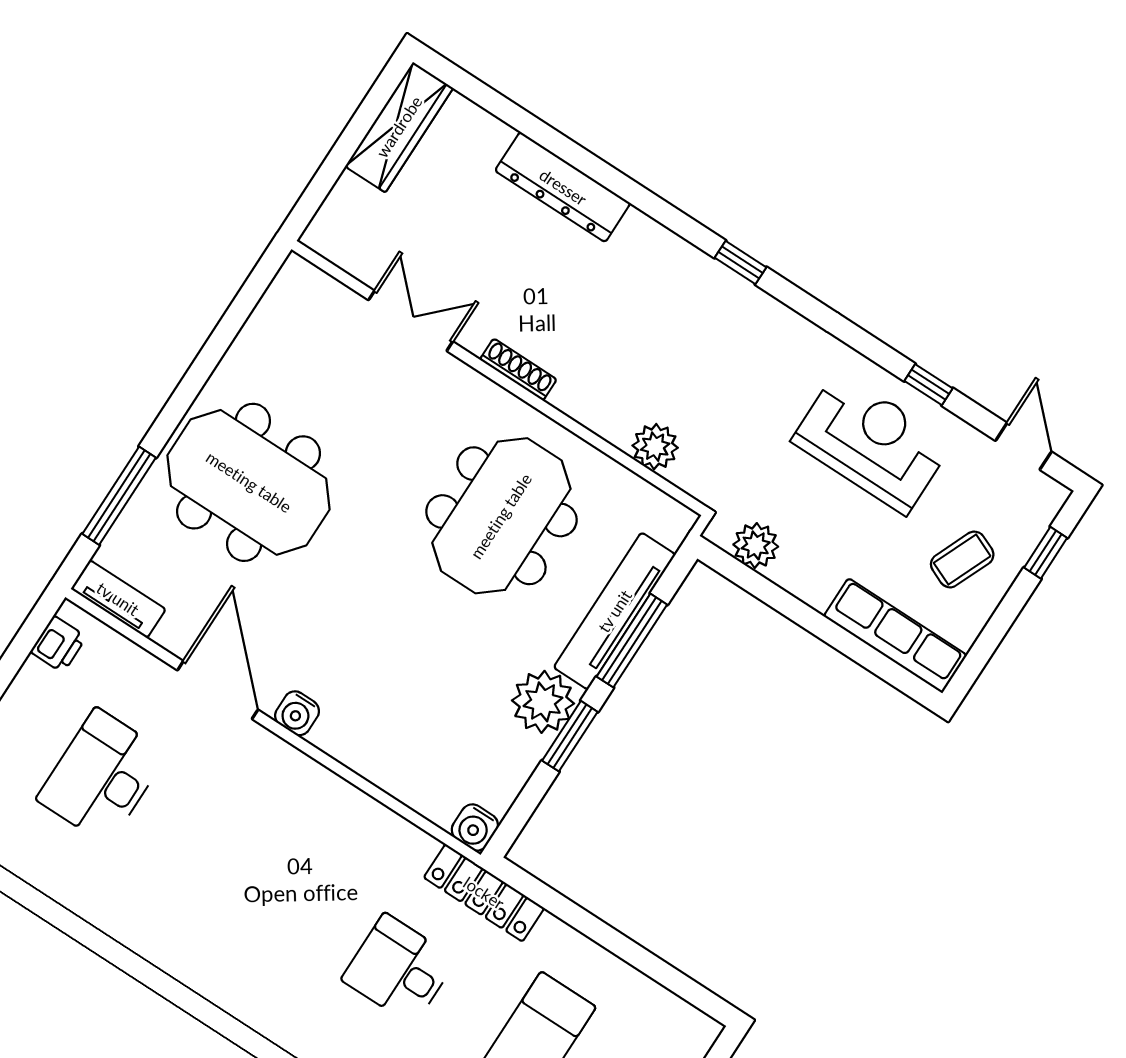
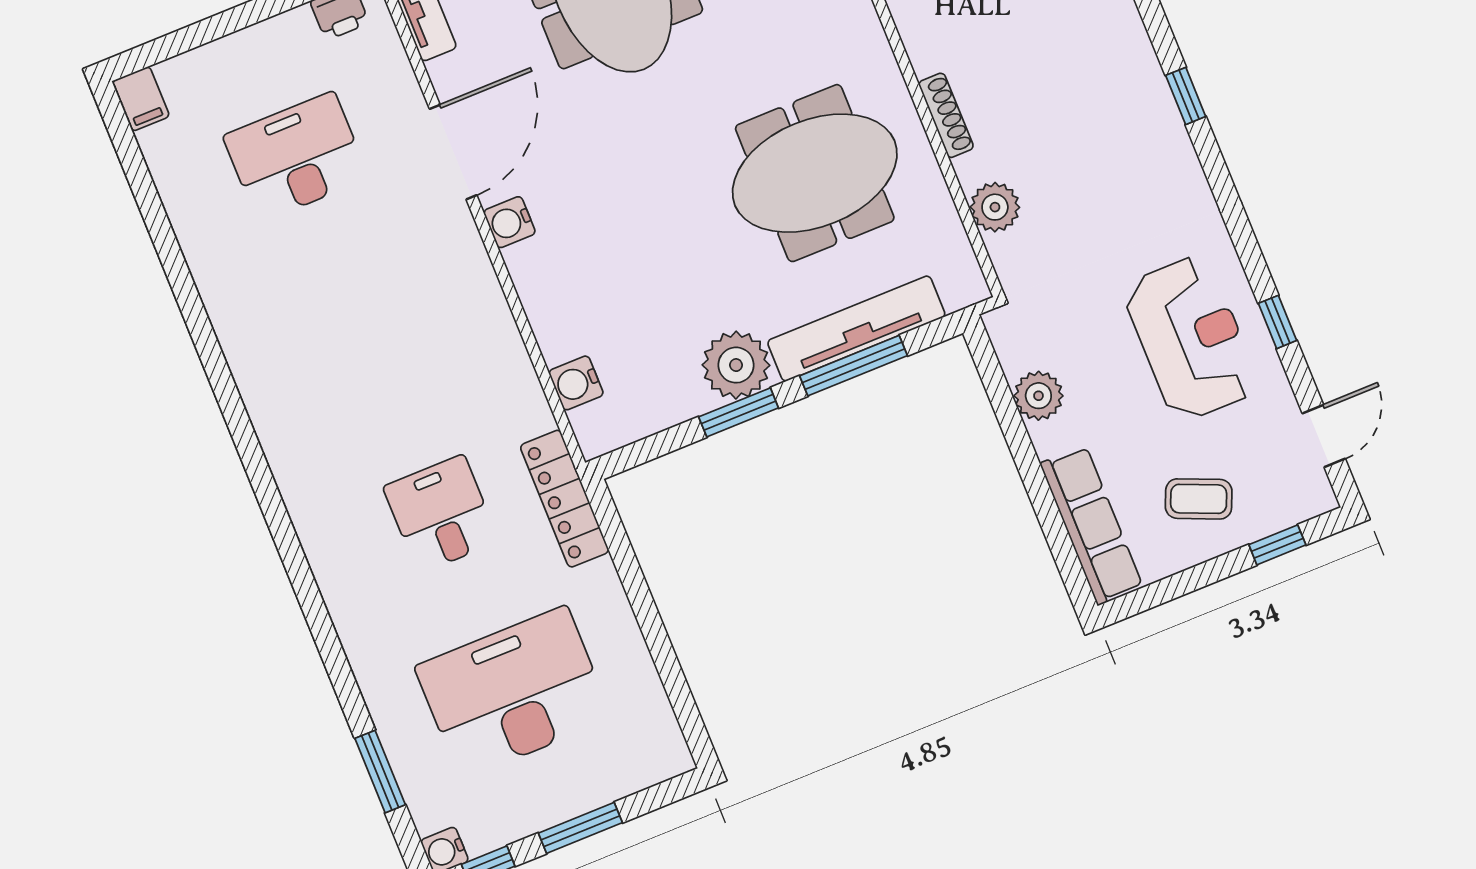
shoe rack: (518, 370) -> (946, 115), moved
plant: (756, 545) -> (1038, 396), moved
water cooler: (475, 827) -> (576, 383), moved

